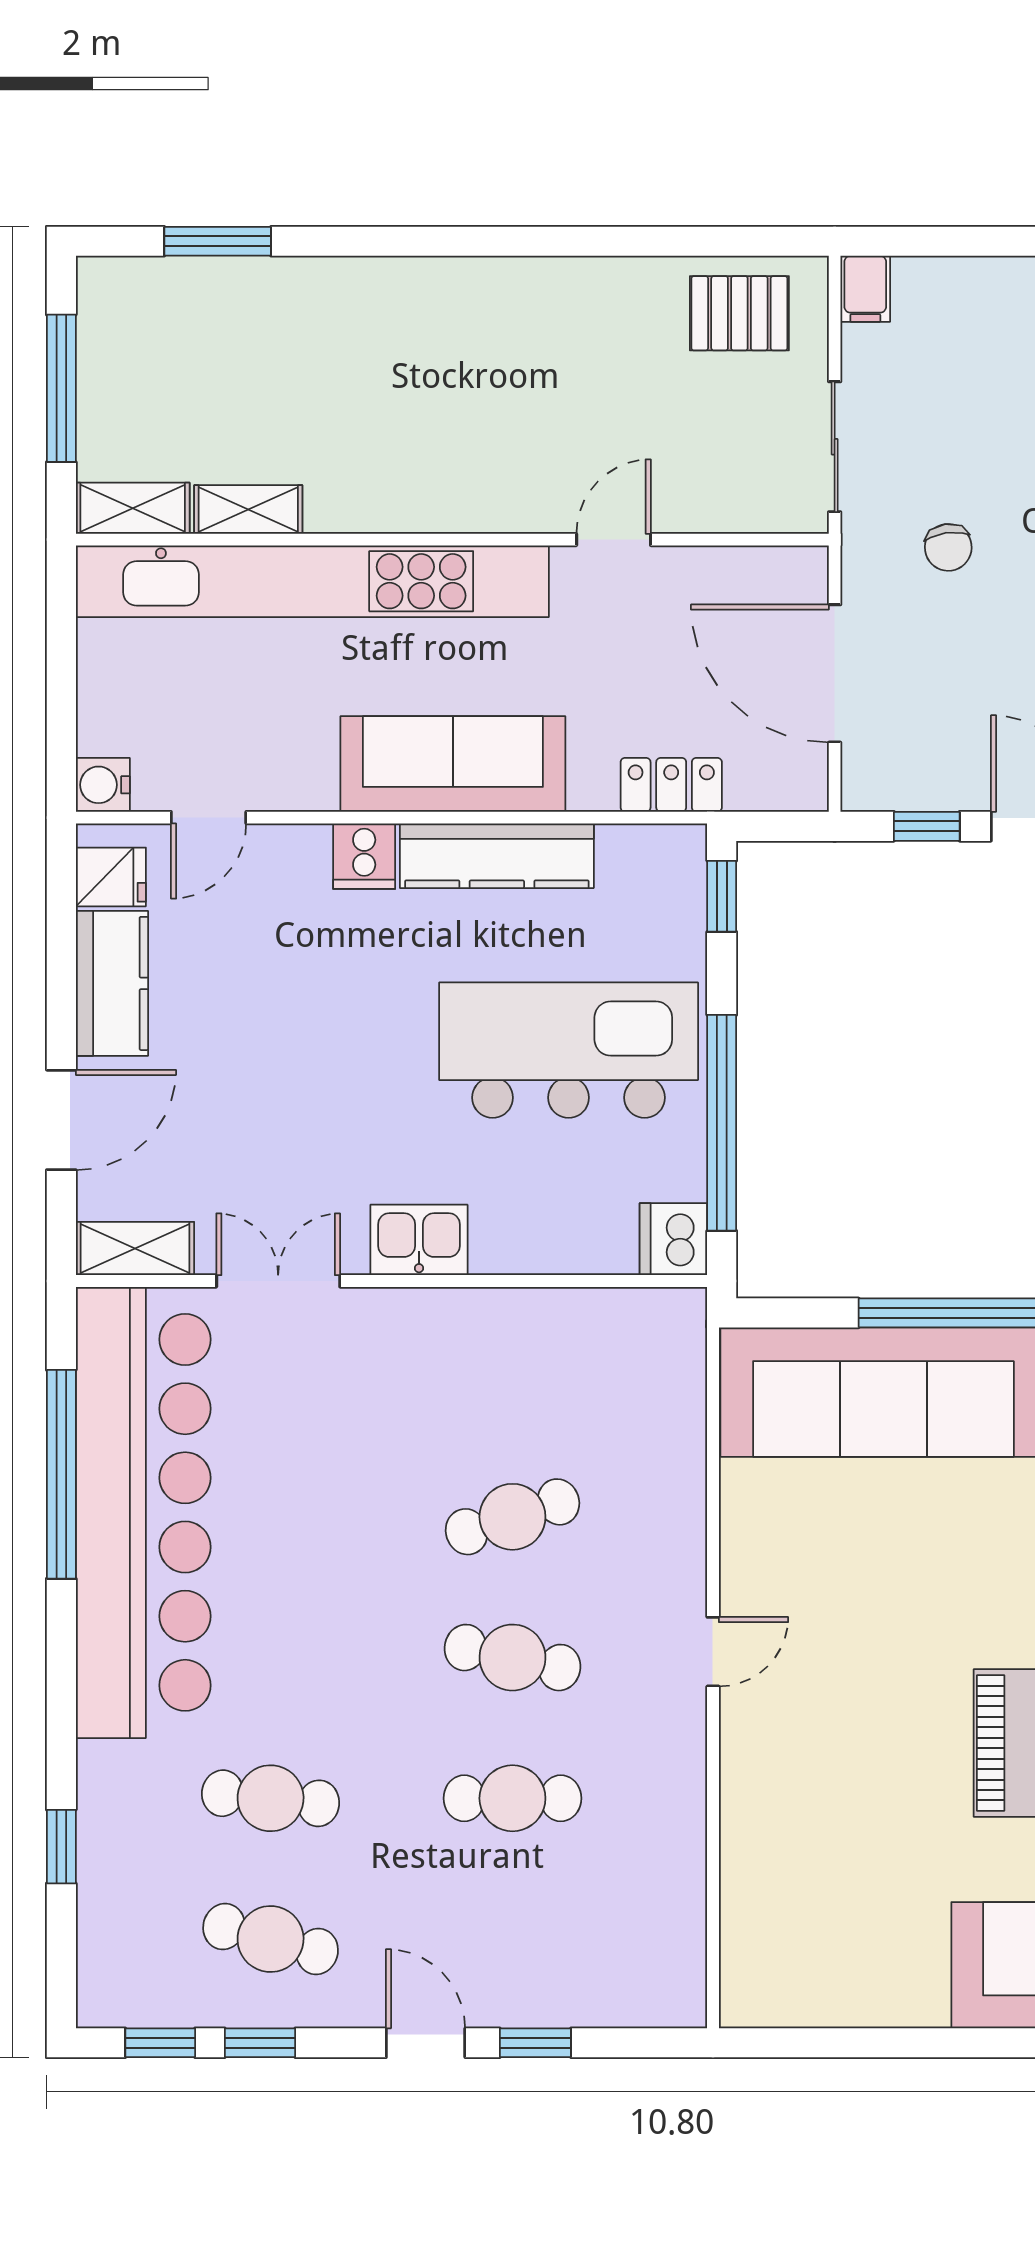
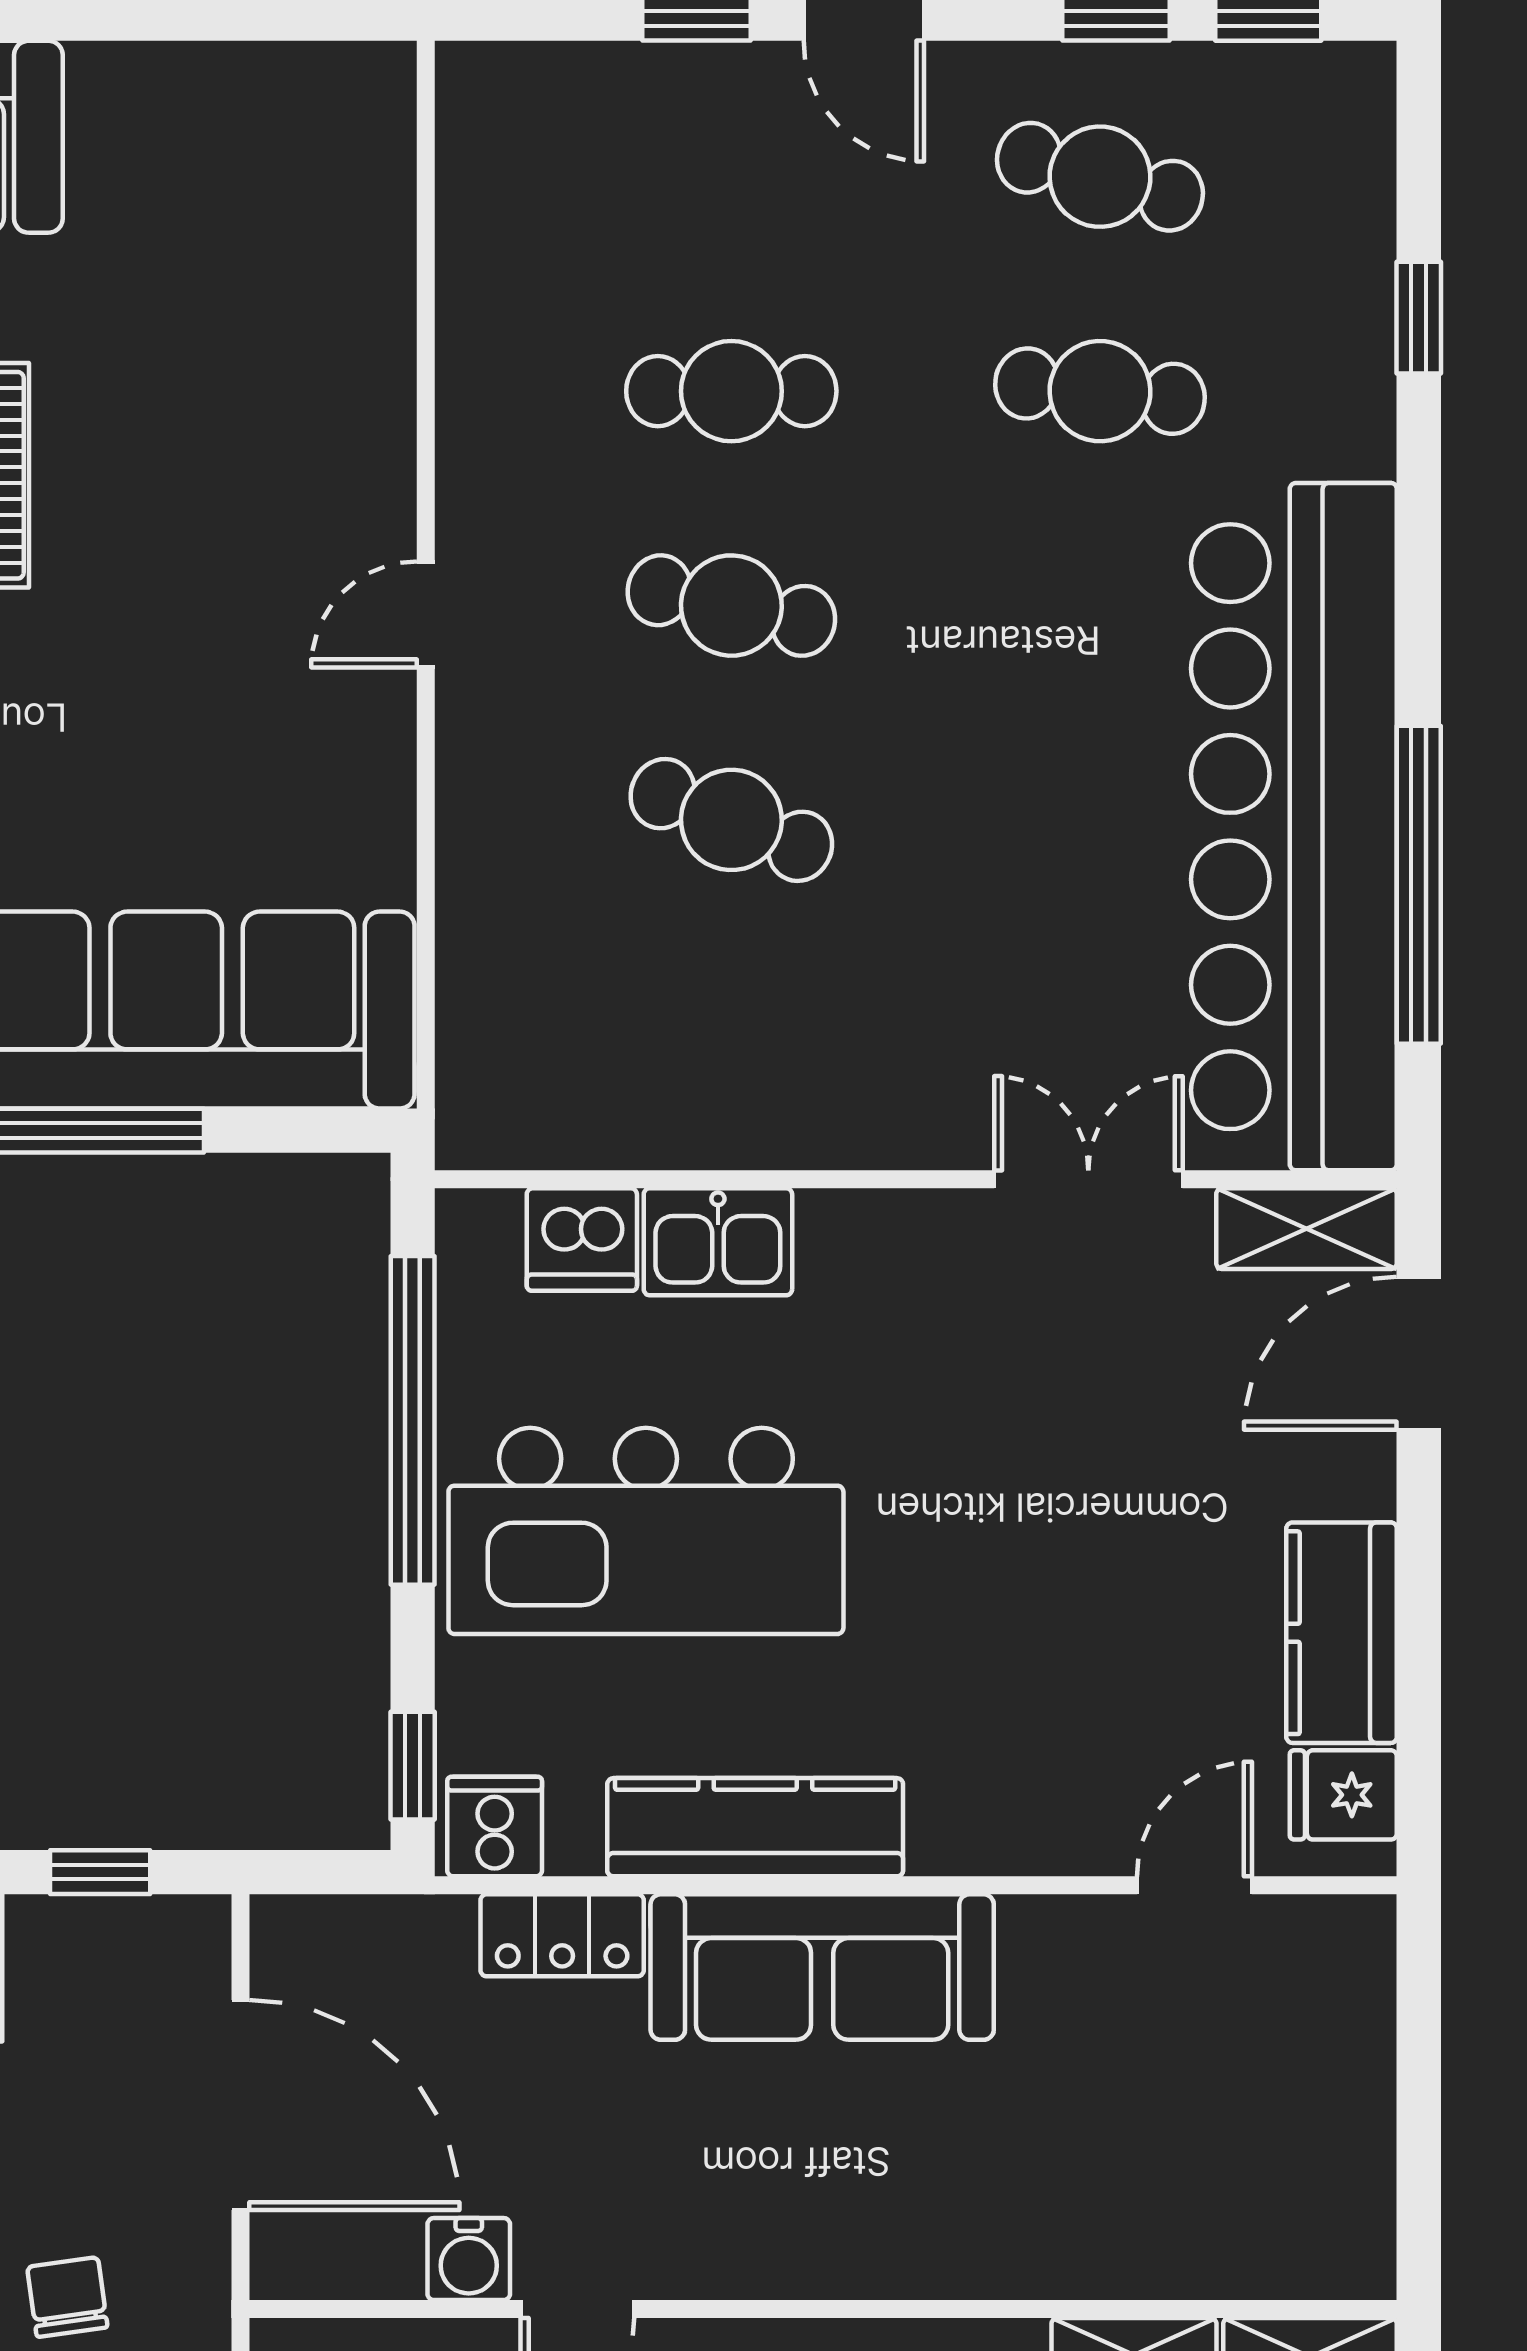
kitchen unit: (312, 581) -> (1036, 2246), removed
water cooler: (103, 785) -> (469, 2259), moved, turned 90
locker: (671, 785) -> (562, 1935), moved
cooker: (364, 856) -> (495, 1827), moved
door: (61, 1120) -> (1419, 1353), moved
dishwasher: (673, 1239) -> (582, 1239), moved, turned 90
kitchen sink: (419, 1240) -> (718, 1242), moved
double door: (278, 1281) -> (1088, 1179), swing flipped
cafe table: (512, 1517) -> (731, 820), turned 39

